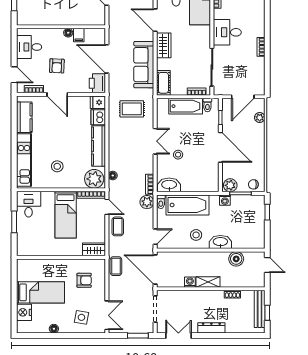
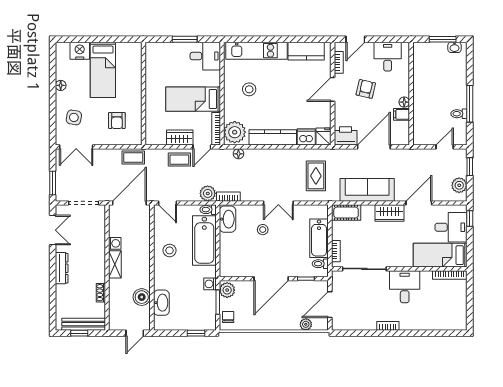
armchair: (57, 66) -> (366, 89), turned 100
door: (243, 97) -> (330, 305), hinge flipped
washbasin: (220, 242) -> (161, 303), moved
wardrobe: (94, 249) -> (180, 138), moved, turned -90

